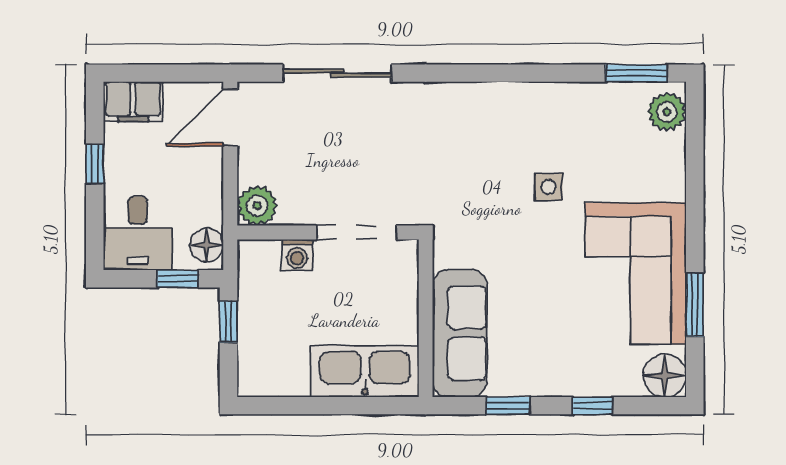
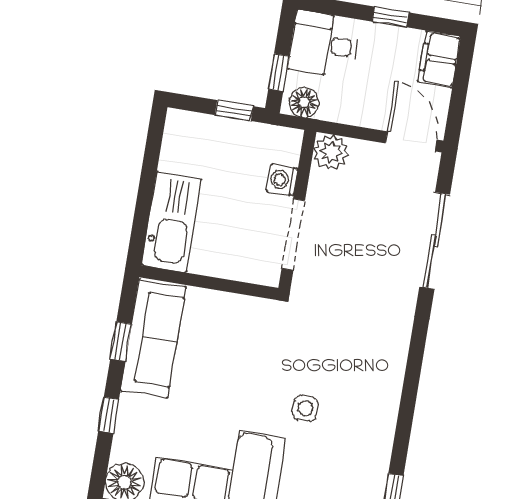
sofa: (460, 333) -> (153, 339), moved, turned -90

